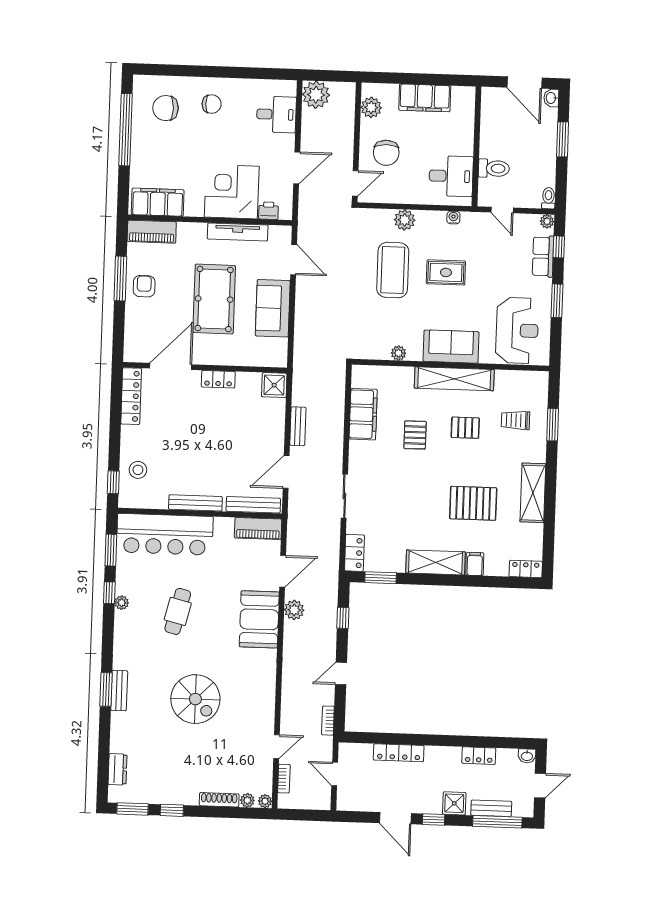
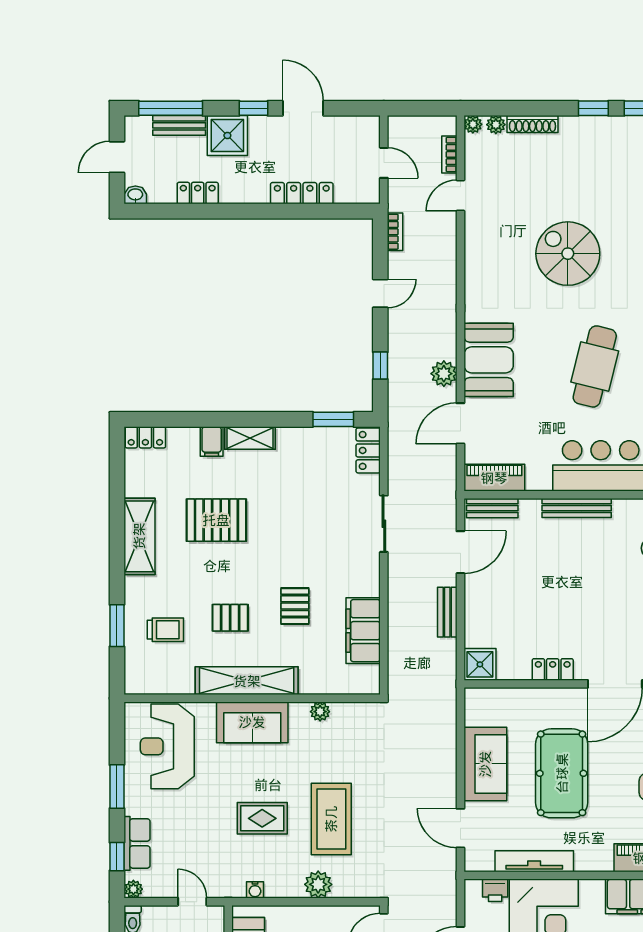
bench: (253, 505) -> (492, 508), width x0.73
shelving: (435, 562) -> (250, 438), width x0.67, depth x0.75
cafe table: (178, 611) -> (595, 366), width x1.37, depth x1.35
shower: (454, 803) -> (227, 135), width x1.36, depth x1.36

